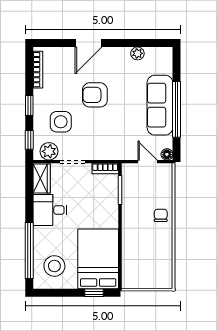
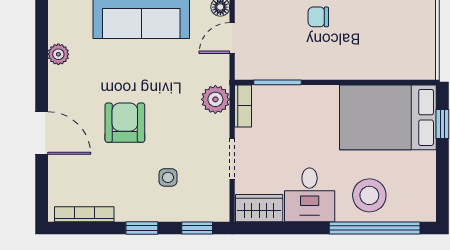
armchair: (95, 95) -> (125, 123), turned 180
side table: (61, 122) -> (168, 177), width x0.54, depth x0.54
plant: (49, 151) -> (215, 99), moved
stool: (54, 266) -> (369, 195), moved

